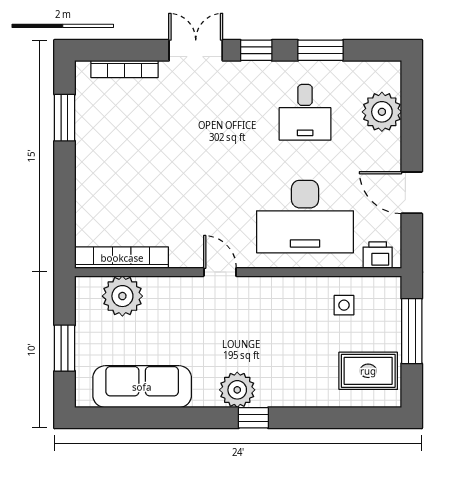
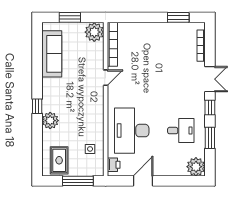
desk: (305, 112) -> (181, 131), turned 180
plant: (382, 112) -> (196, 167), moved
door: (220, 272) -> (106, 78), moved
plant: (122, 296) -> (94, 32), moved
plant: (237, 390) -> (50, 121), moved

